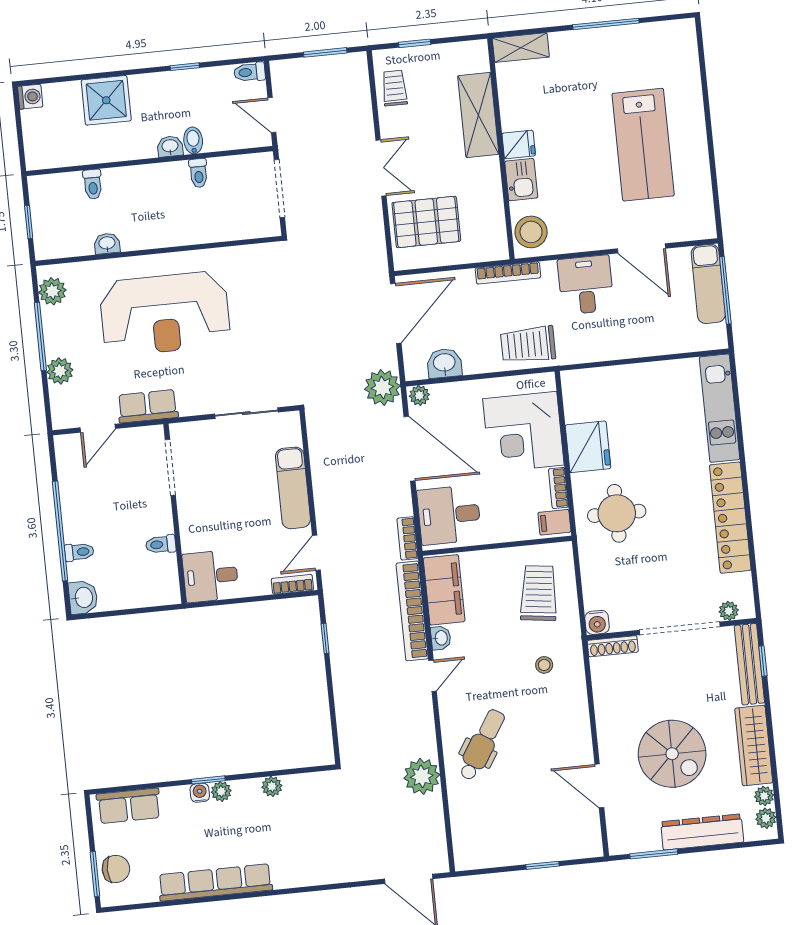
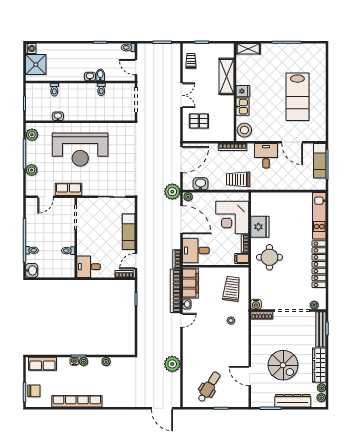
shower: (106, 100) -> (36, 65), moved
pallet: (426, 222) -> (199, 121), width x0.67, depth x0.71
dental chair: (482, 745) -> (209, 387), moved

